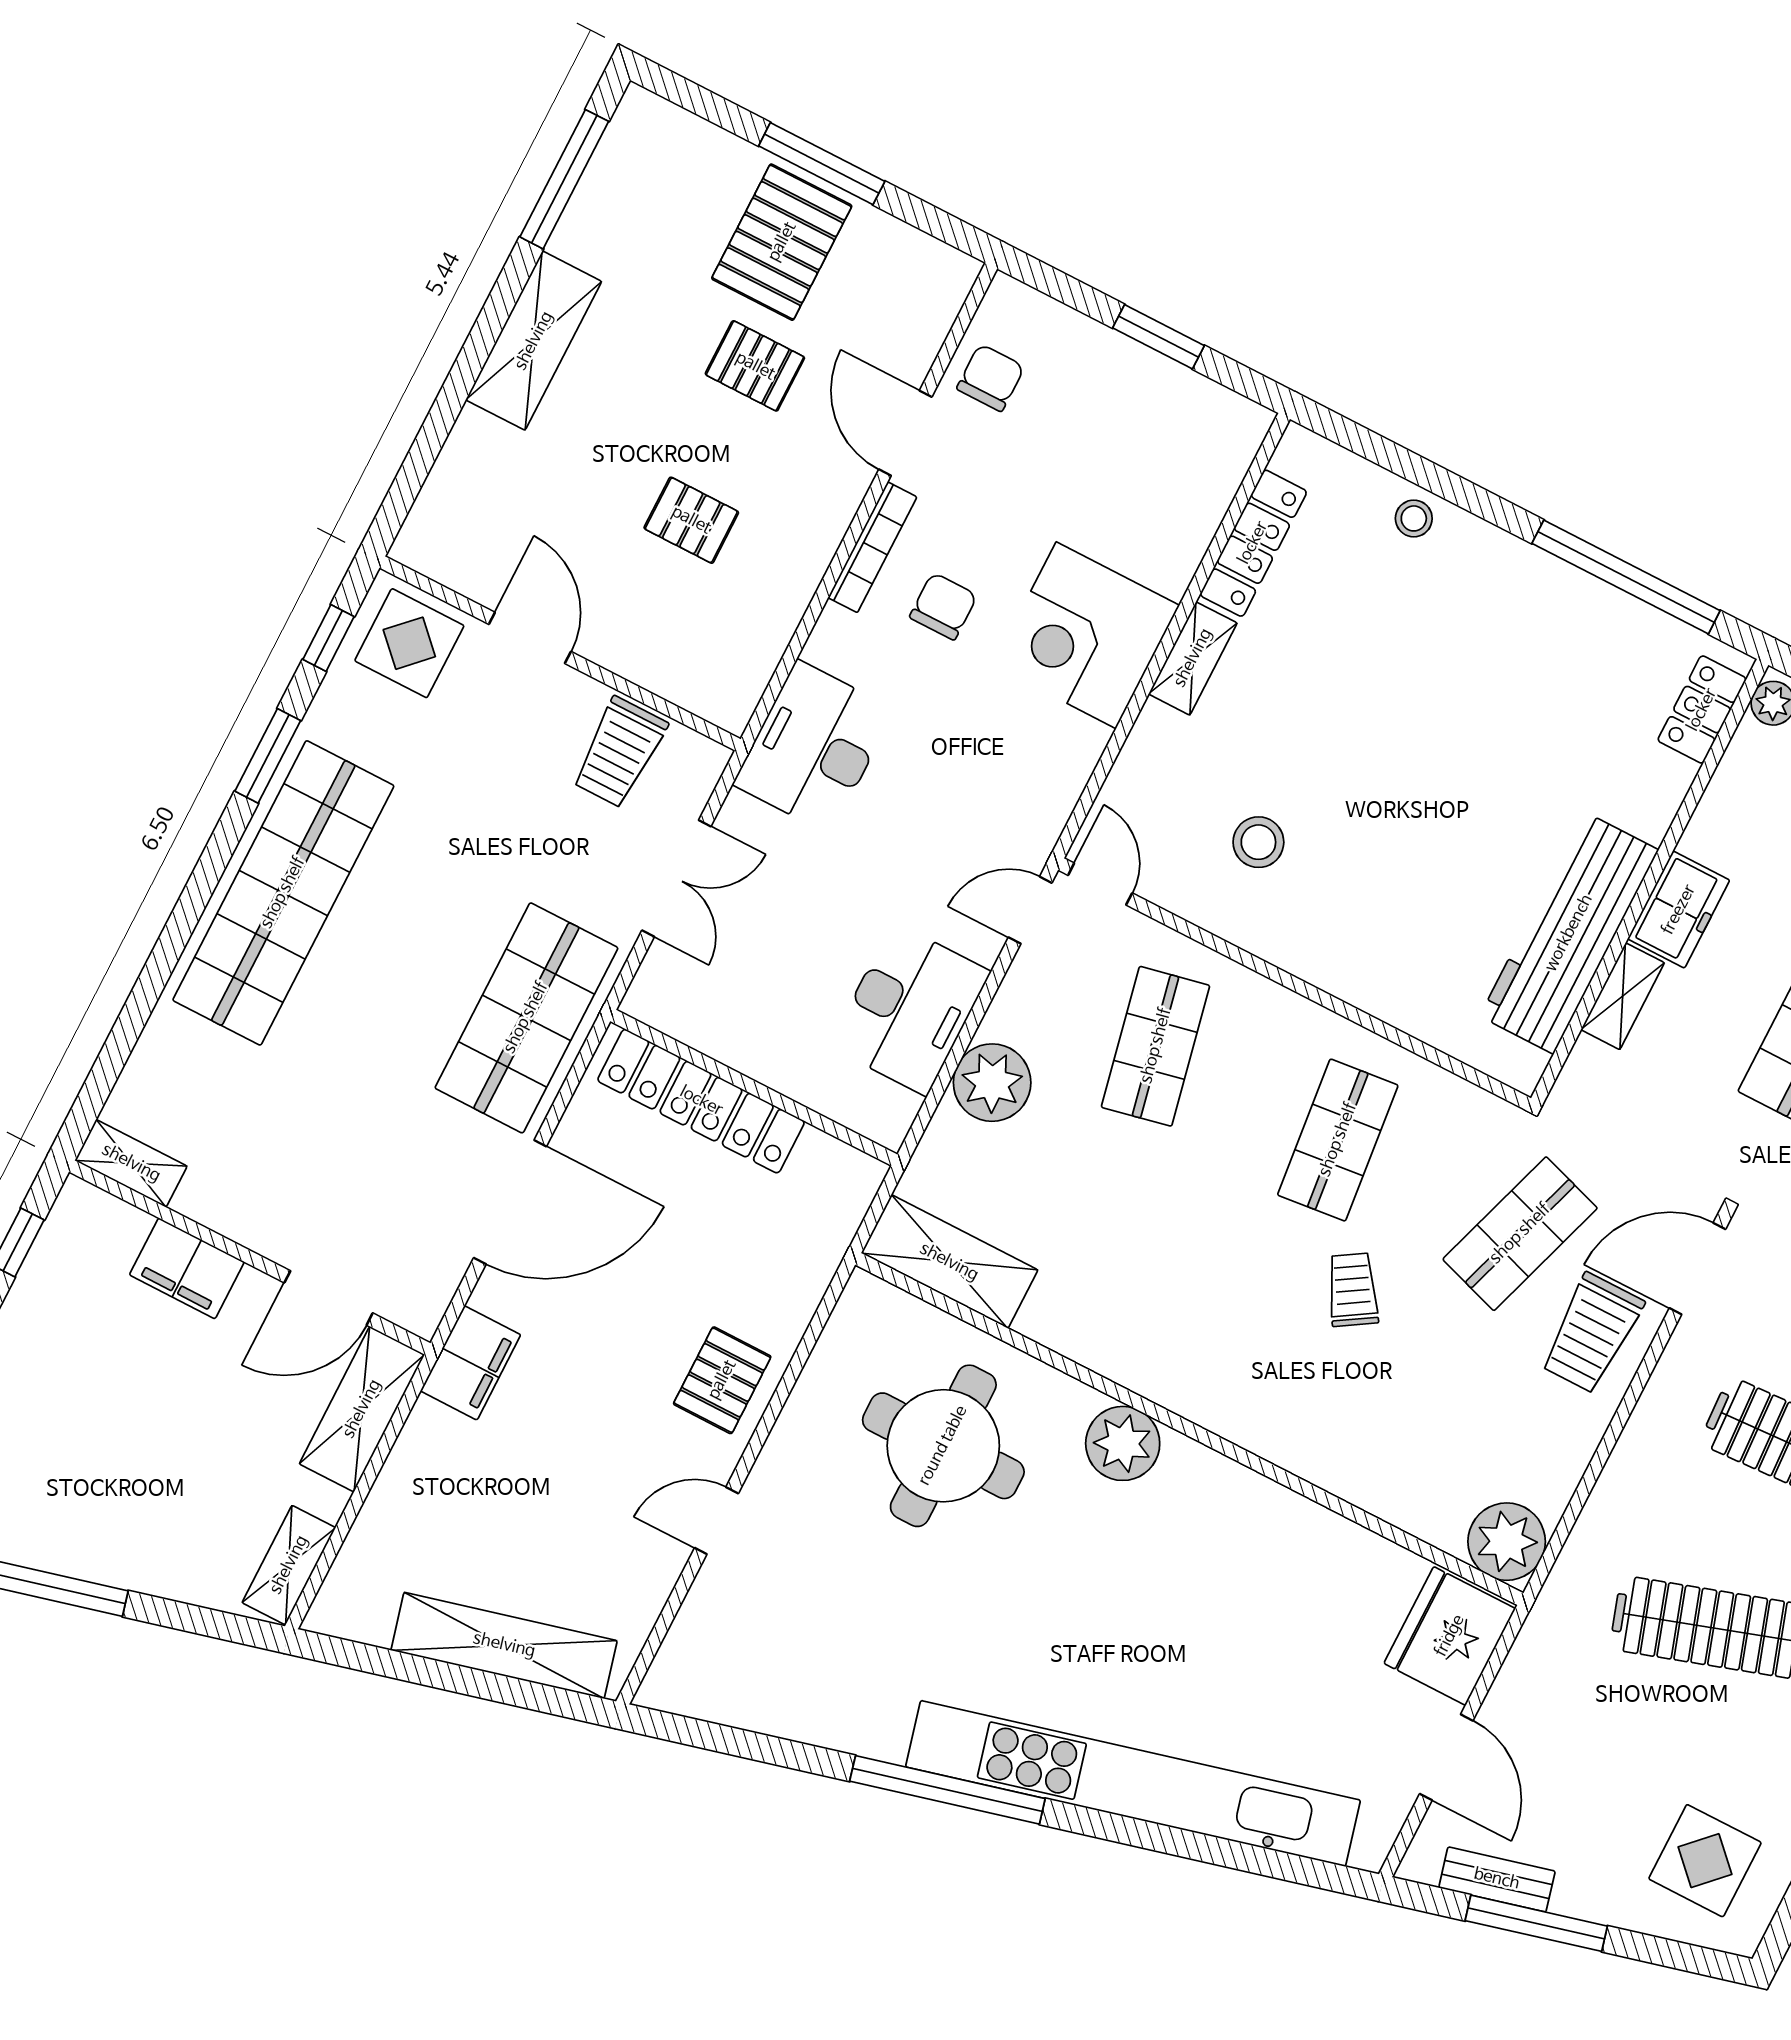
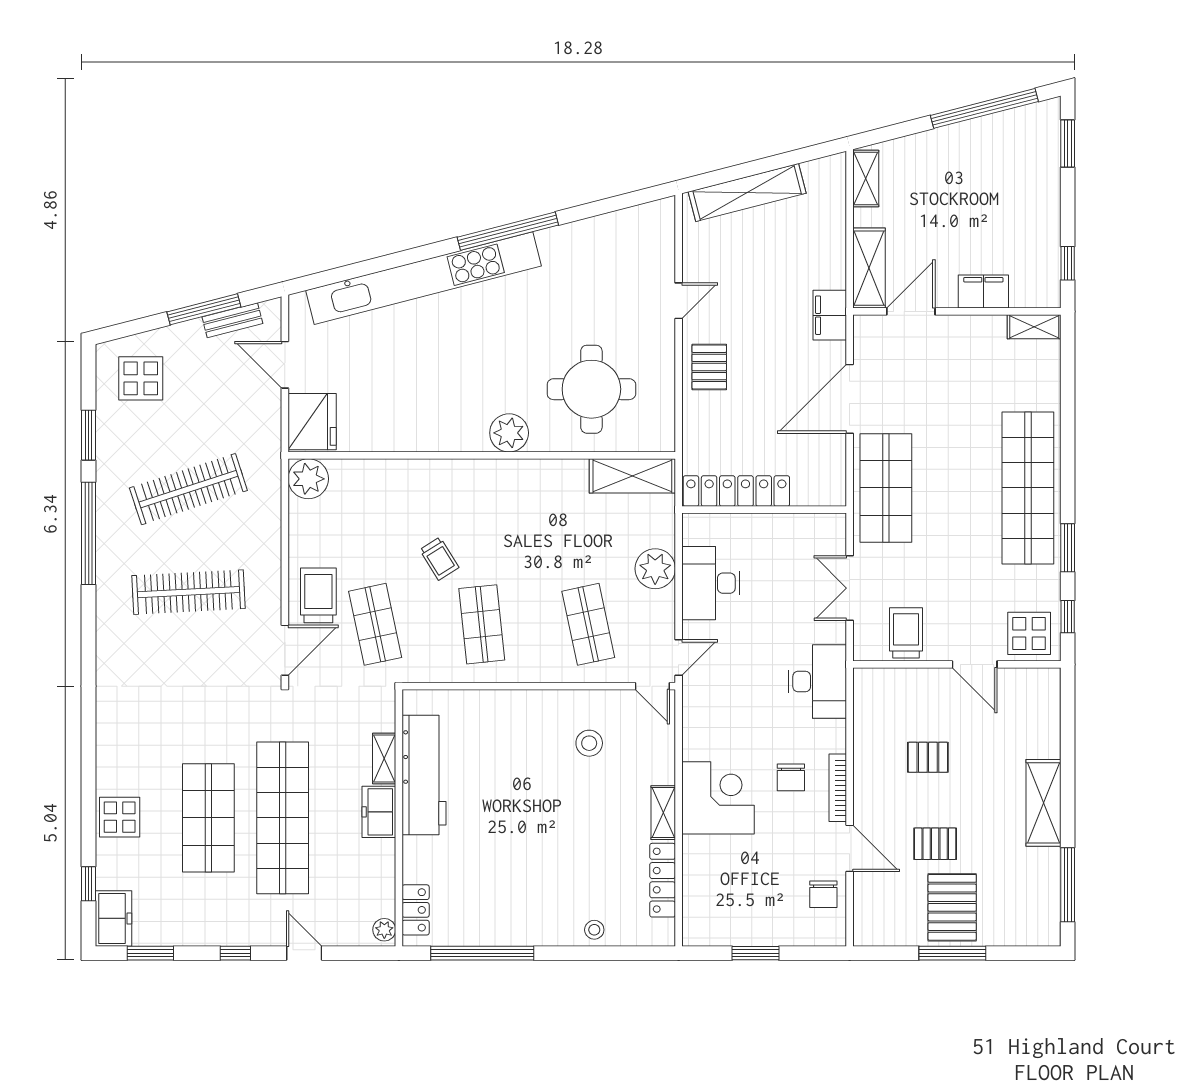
locker: (701, 1101) -> (736, 491), moved
shop shelf: (1520, 1234) -> (375, 624), turned -30

